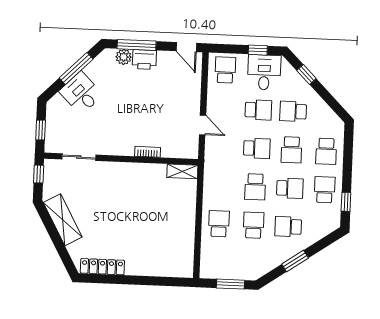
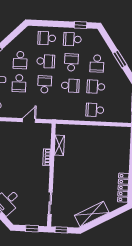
school desk: (258, 110) -> (19, 83), turned 180
school desk: (326, 151) -> (47, 38), turned 180
shelving: (182, 171) -> (59, 145), moved

